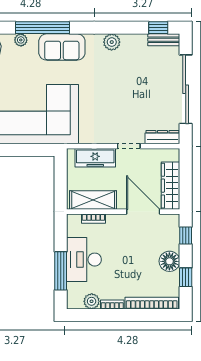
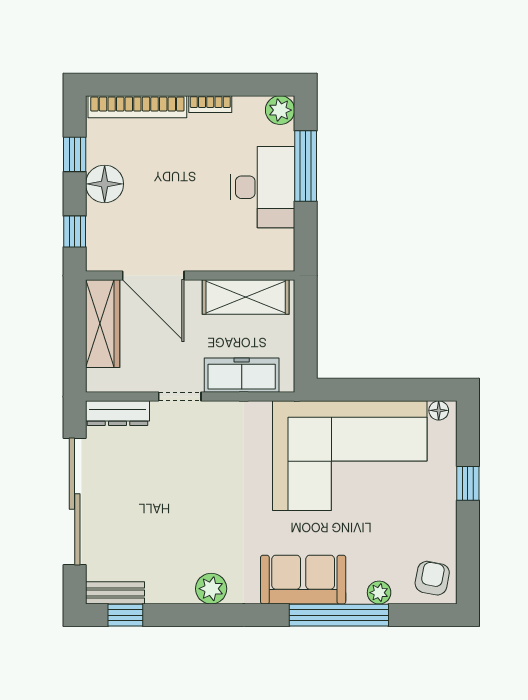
bookcase: (93, 219) -> (245, 263), removed
plant: (92, 301) -> (280, 110), moved

